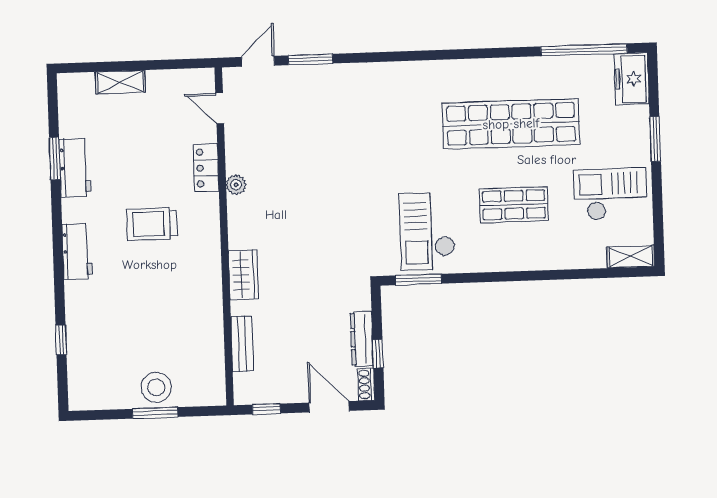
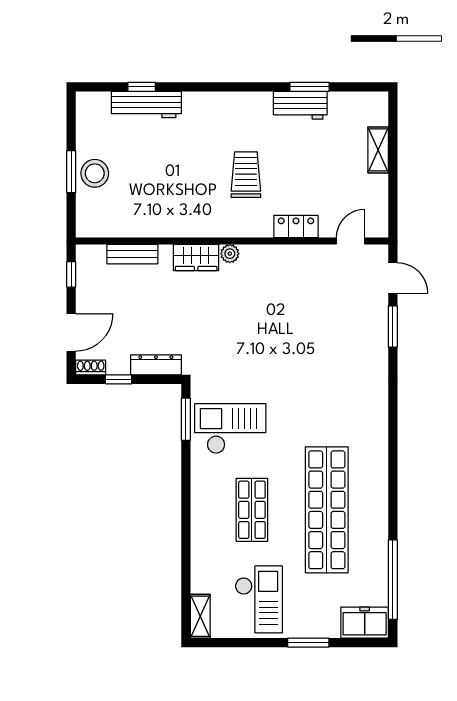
plant: (236, 185) -> (230, 254), moved
workbench: (77, 251) -> (146, 105), moved, width x1.38
dresser: (362, 339) -> (156, 365), moved

